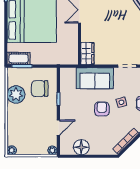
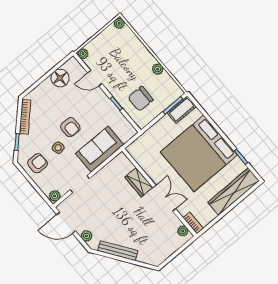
wardrobe: (87, 54) -> (139, 182), moved
chair: (40, 89) -> (141, 99), turned 180
plant: (16, 94) -> (158, 69), width x0.53, depth x0.53
door: (58, 128) -> (95, 78), hinge flipped

